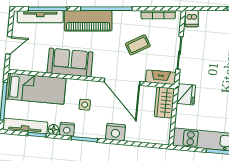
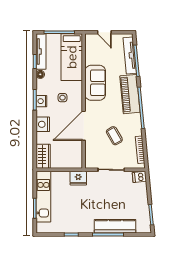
fireplace: (161, 77) -> (90, 156), removed
wardrobe: (164, 102) -> (43, 156), moved, turned 90
nightstand: (67, 129) -> (41, 101), moved

